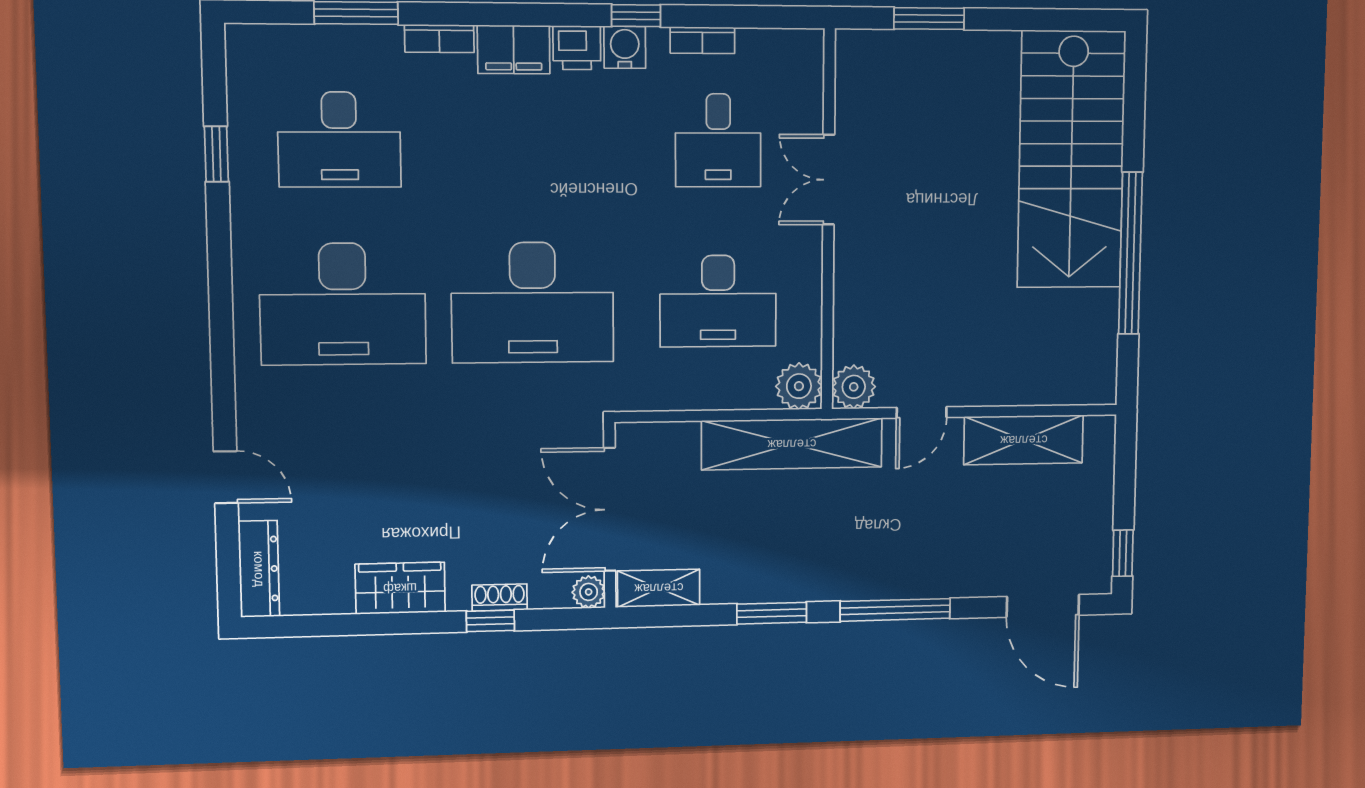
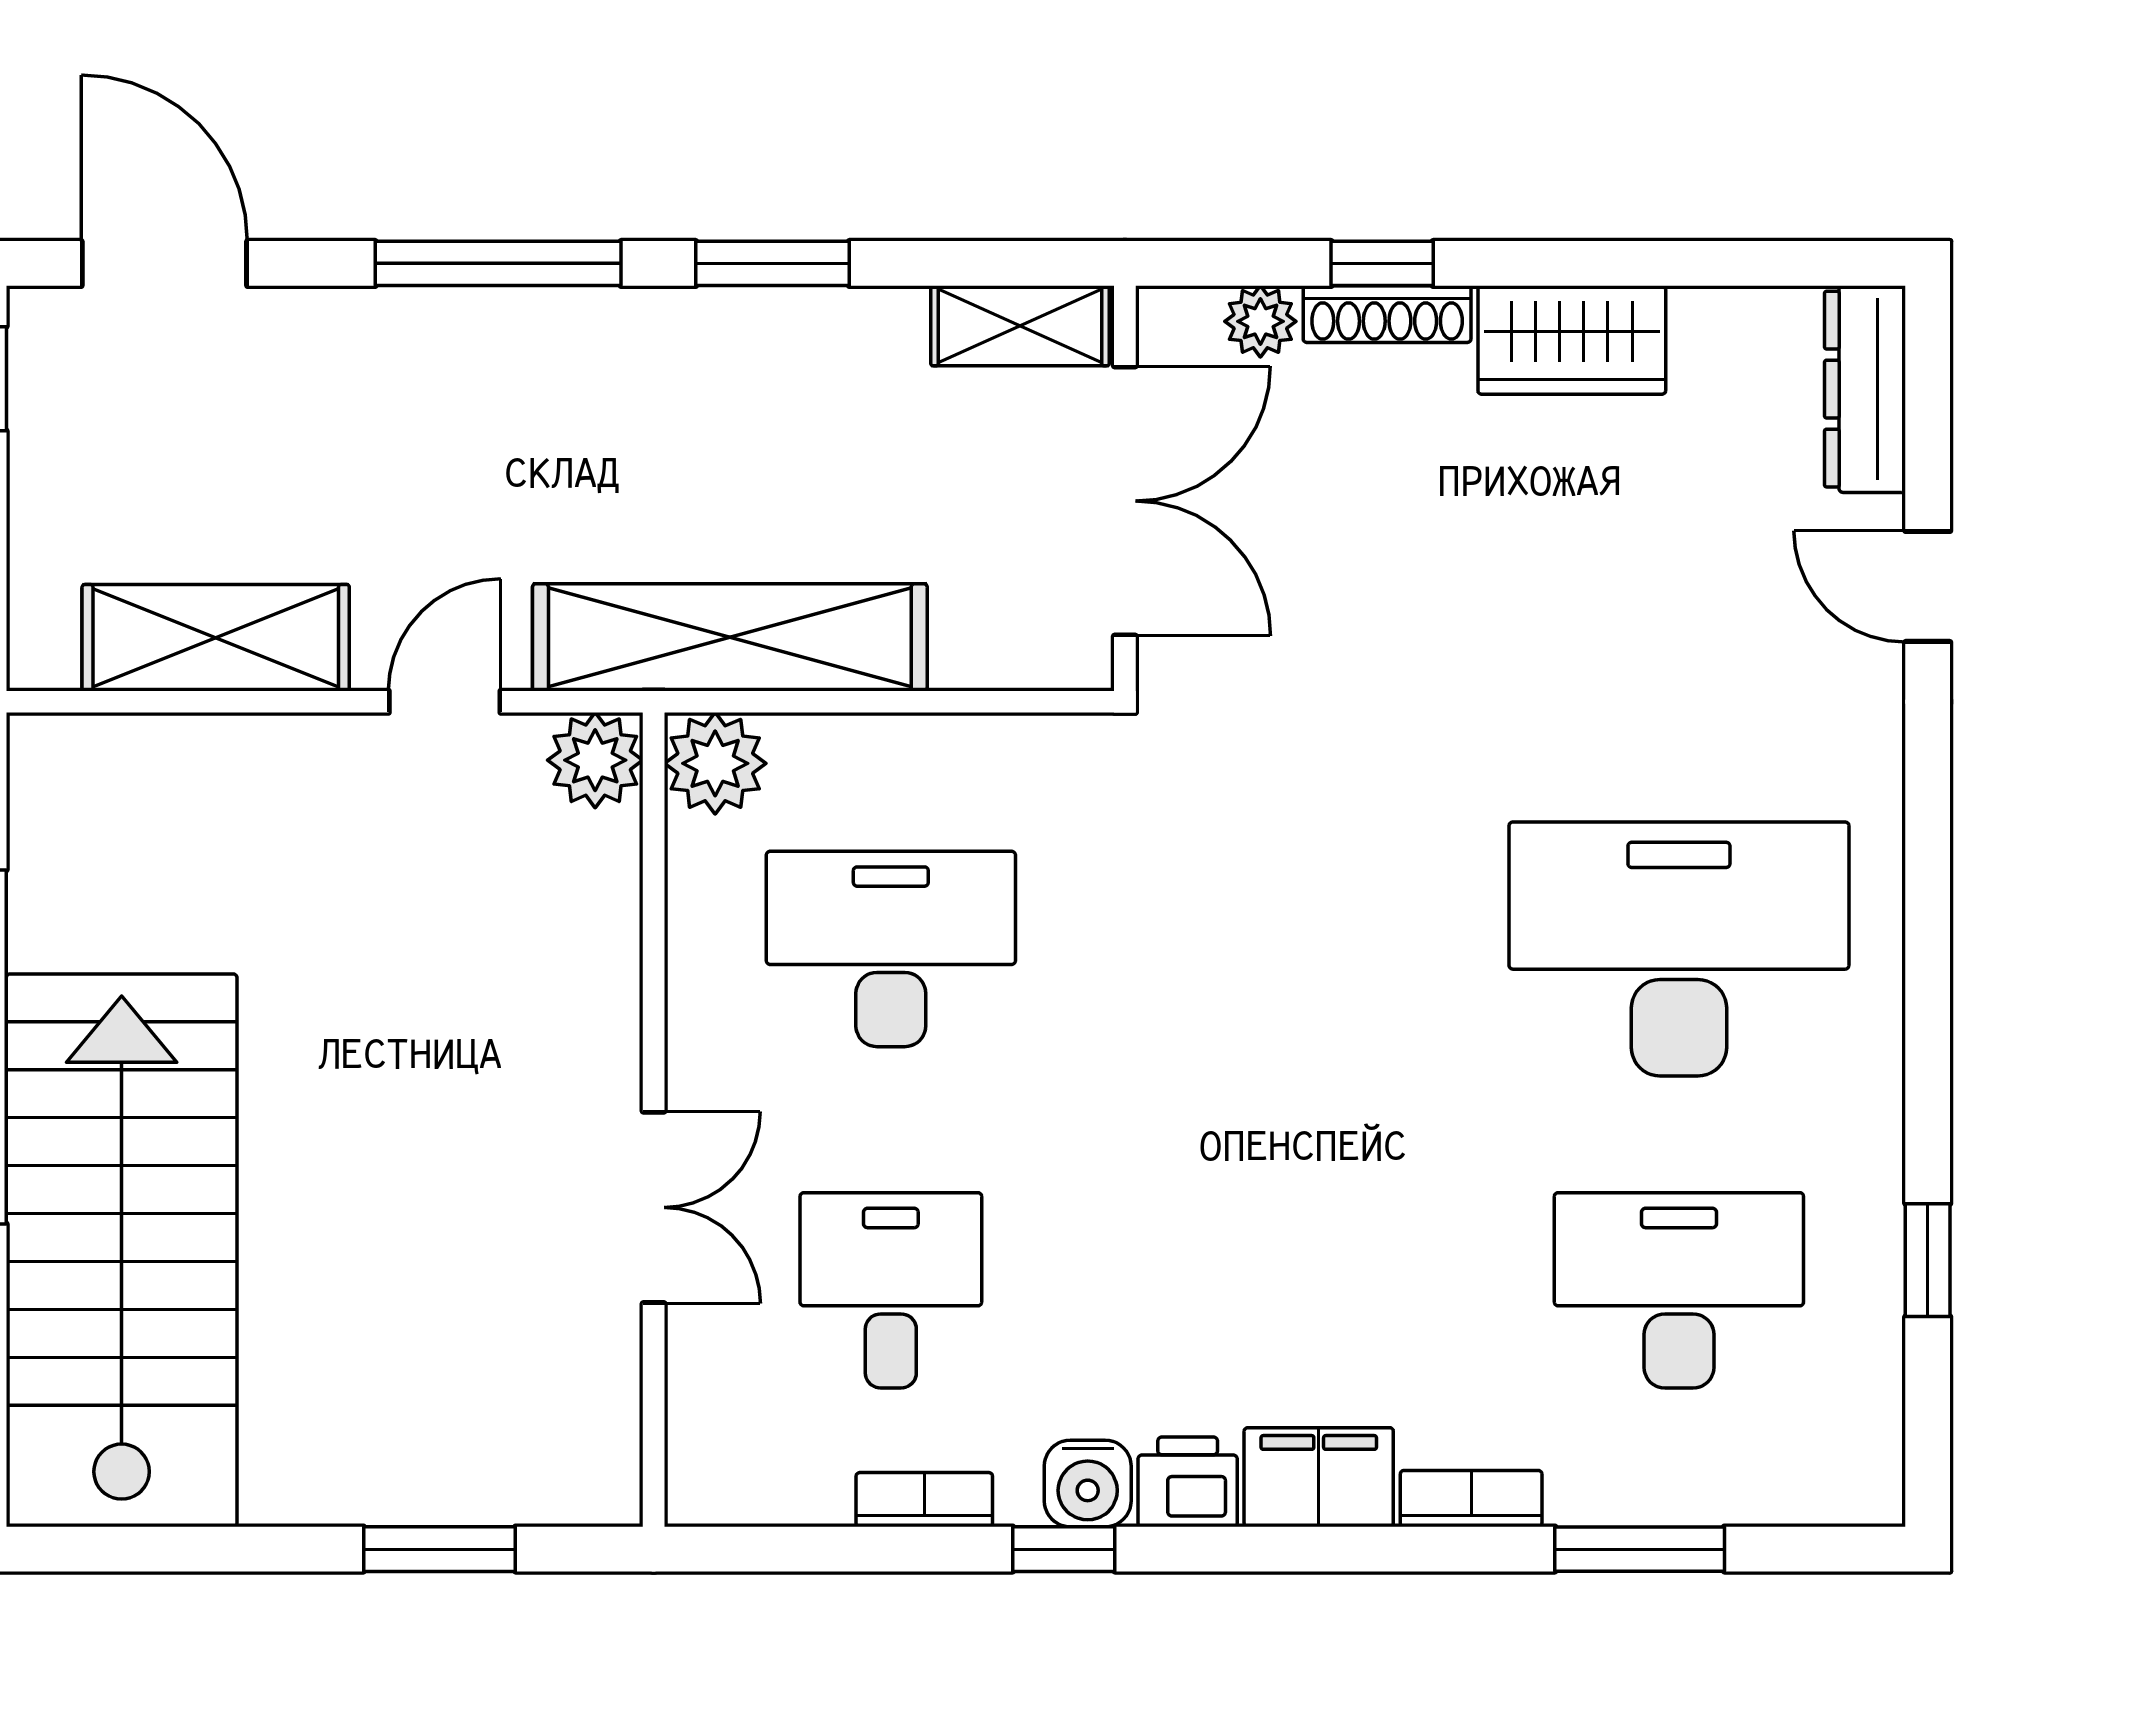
desk: (533, 302) -> (1285, 949), removed
plant: (589, 592) -> (1260, 321), moved
shoe rack: (500, 597) -> (1387, 314), width x1.43

